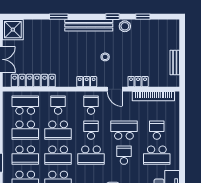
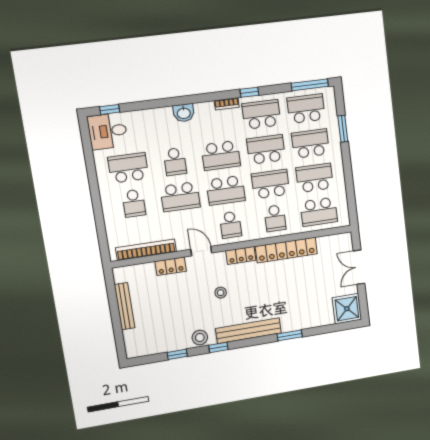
bench: (175, 63) -> (125, 306), width x1.36
locker: (33, 81) -> (286, 250), moved
school desk: (91, 130) -> (226, 190), width x1.85
school desk: (91, 155) -> (221, 155), turned 180

